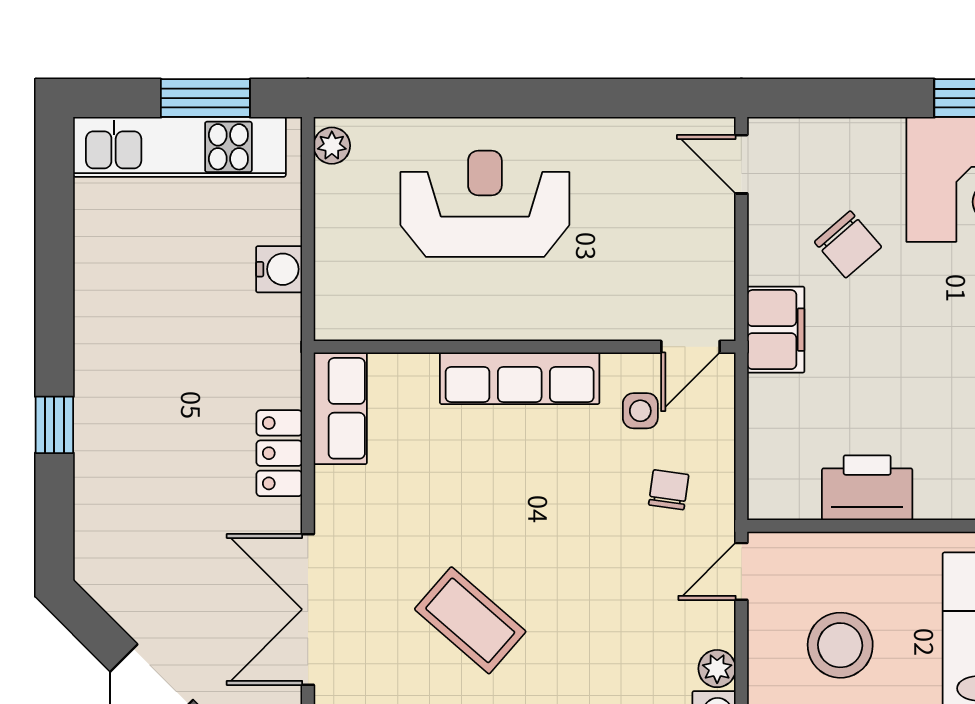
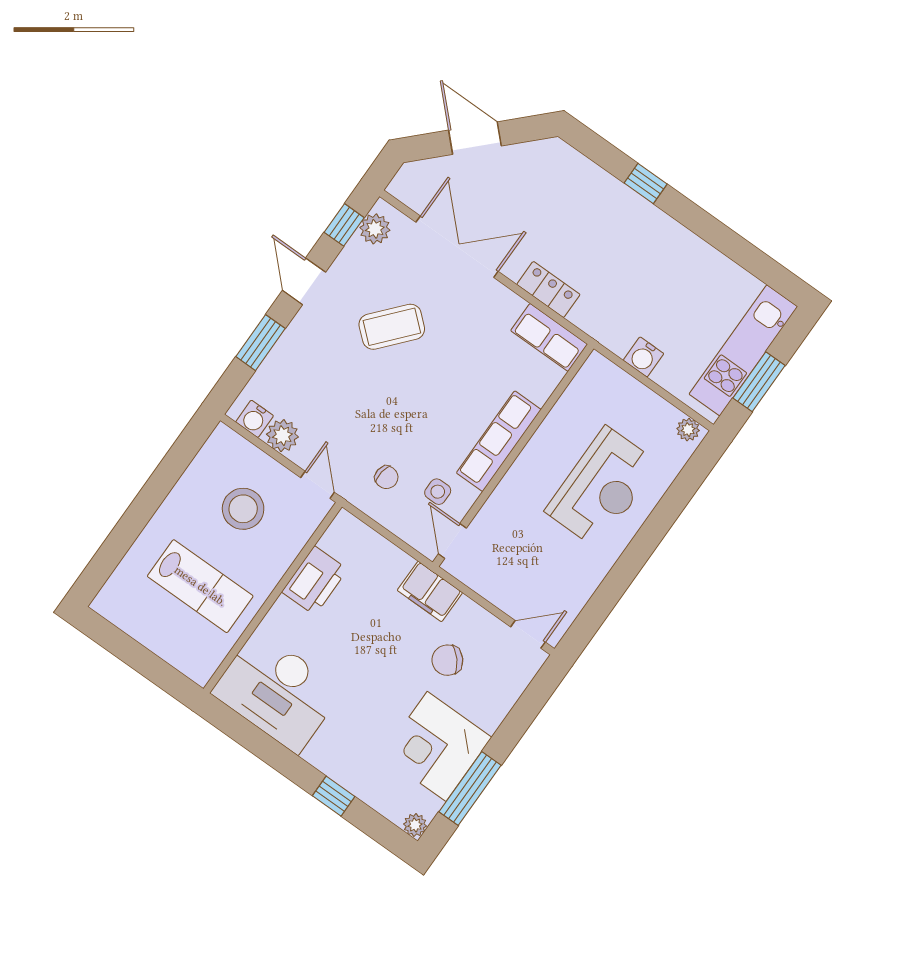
plant: (717, 669) -> (282, 436), width x1.38, depth x1.38

